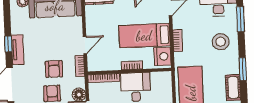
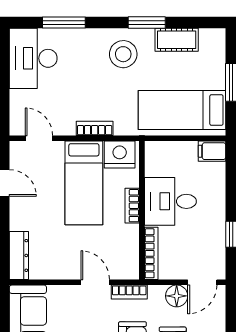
stool: (221, 42) -> (123, 54), moved

